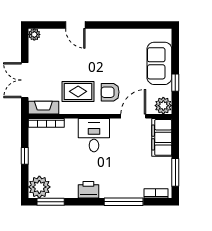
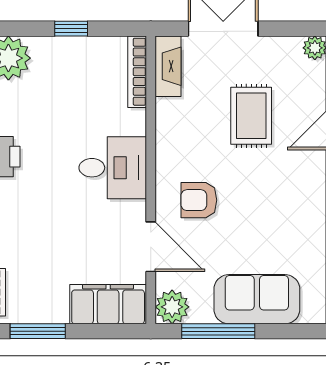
window: (175, 83) -> (218, 331), width x2.17
rug: (78, 91) -> (251, 116), moved
armchair: (110, 92) -> (199, 200), turned -90

